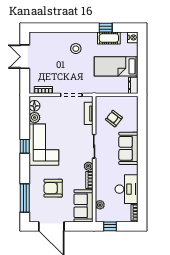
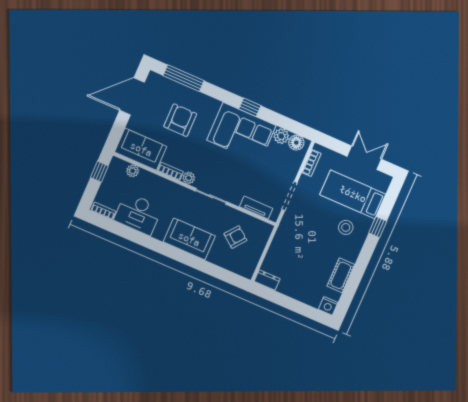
window: (106, 28) -> (378, 227), moved
bed: (116, 66) -> (353, 194), moved, turned -90

